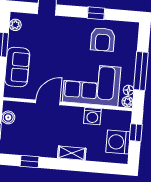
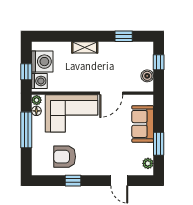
armchair: (103, 39) -> (65, 157), turned -90
washing machine: (92, 116) -> (39, 81), moved, turned 90

